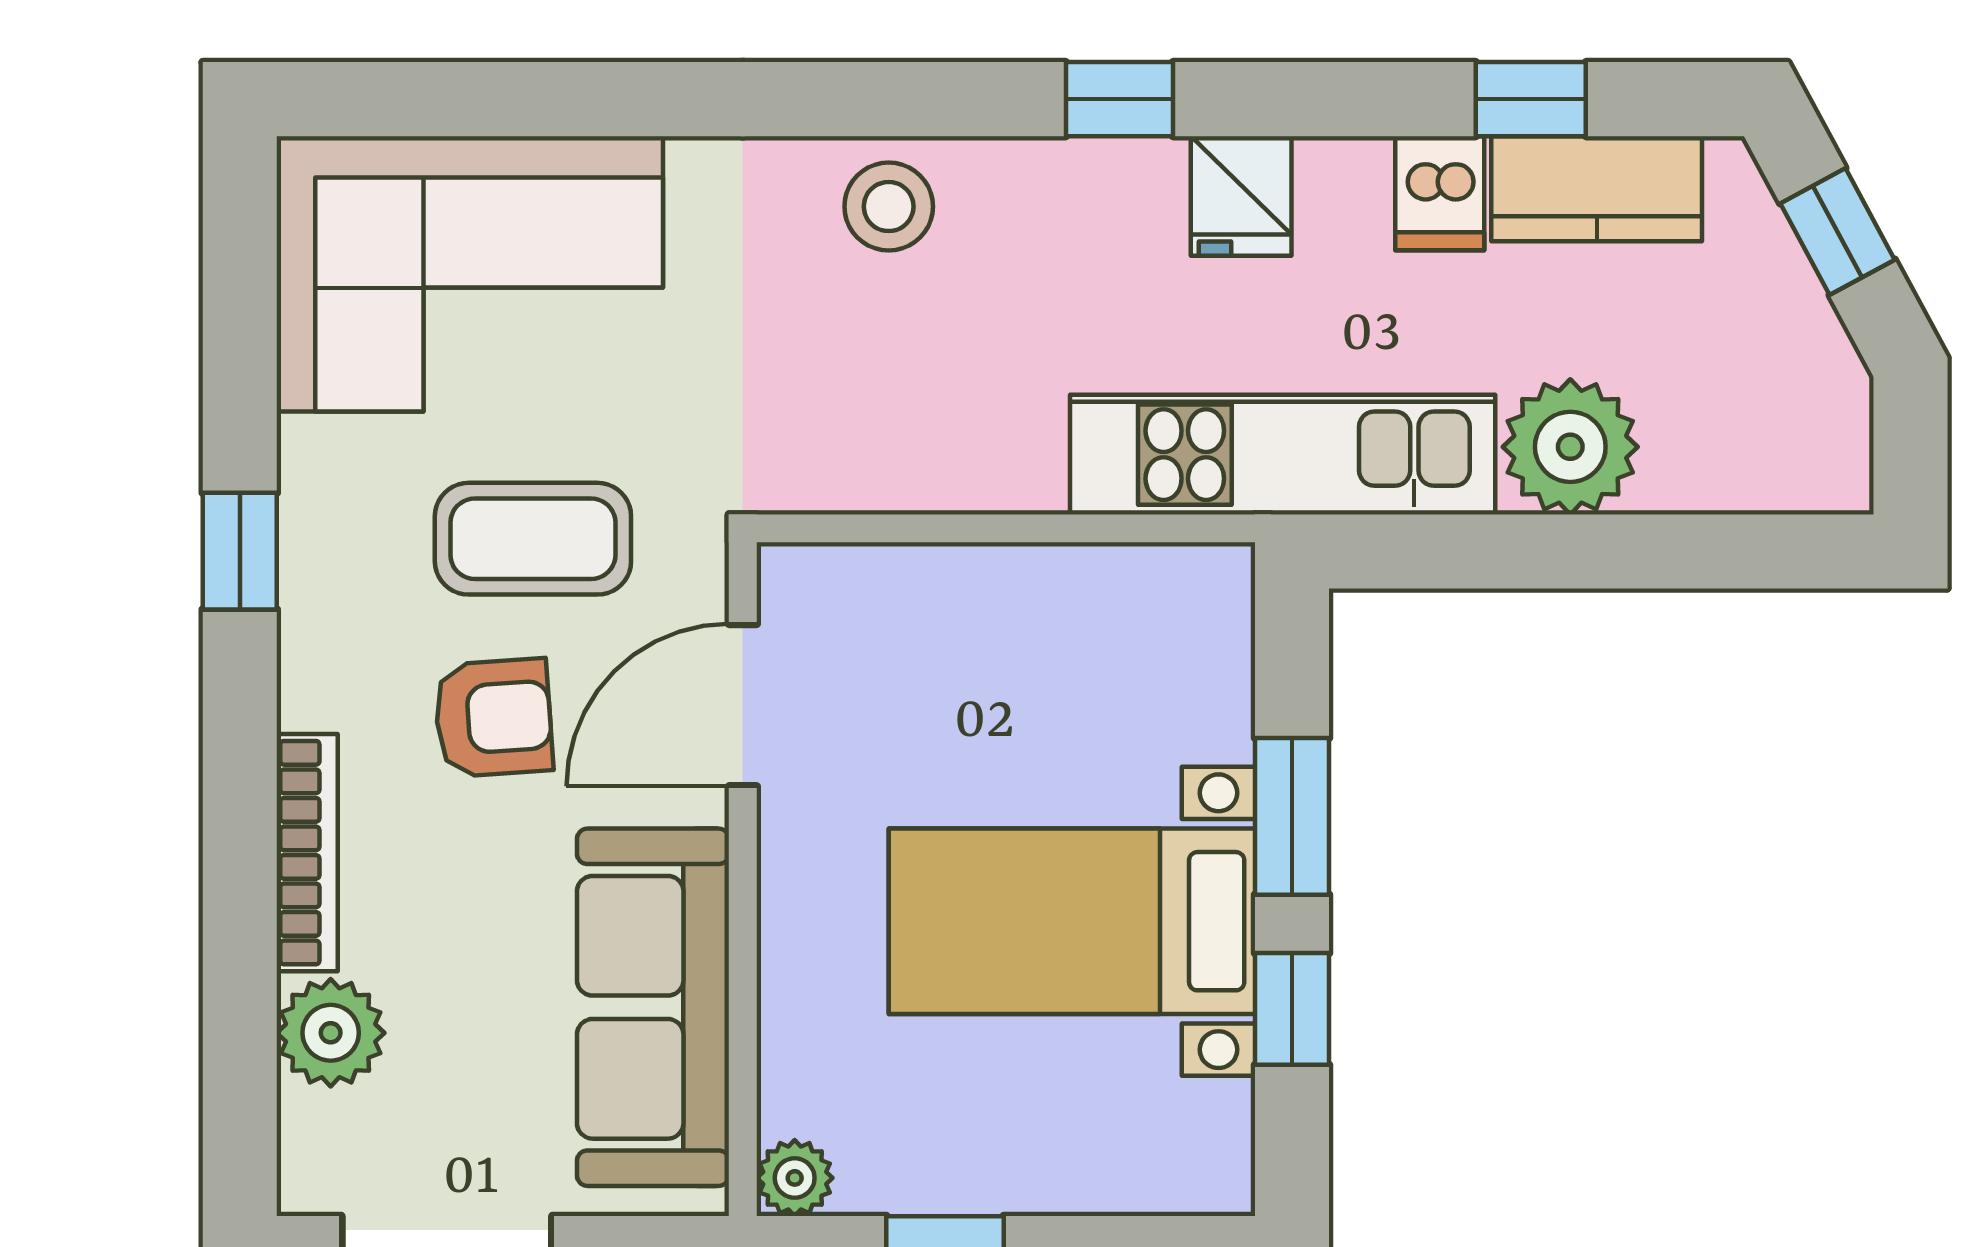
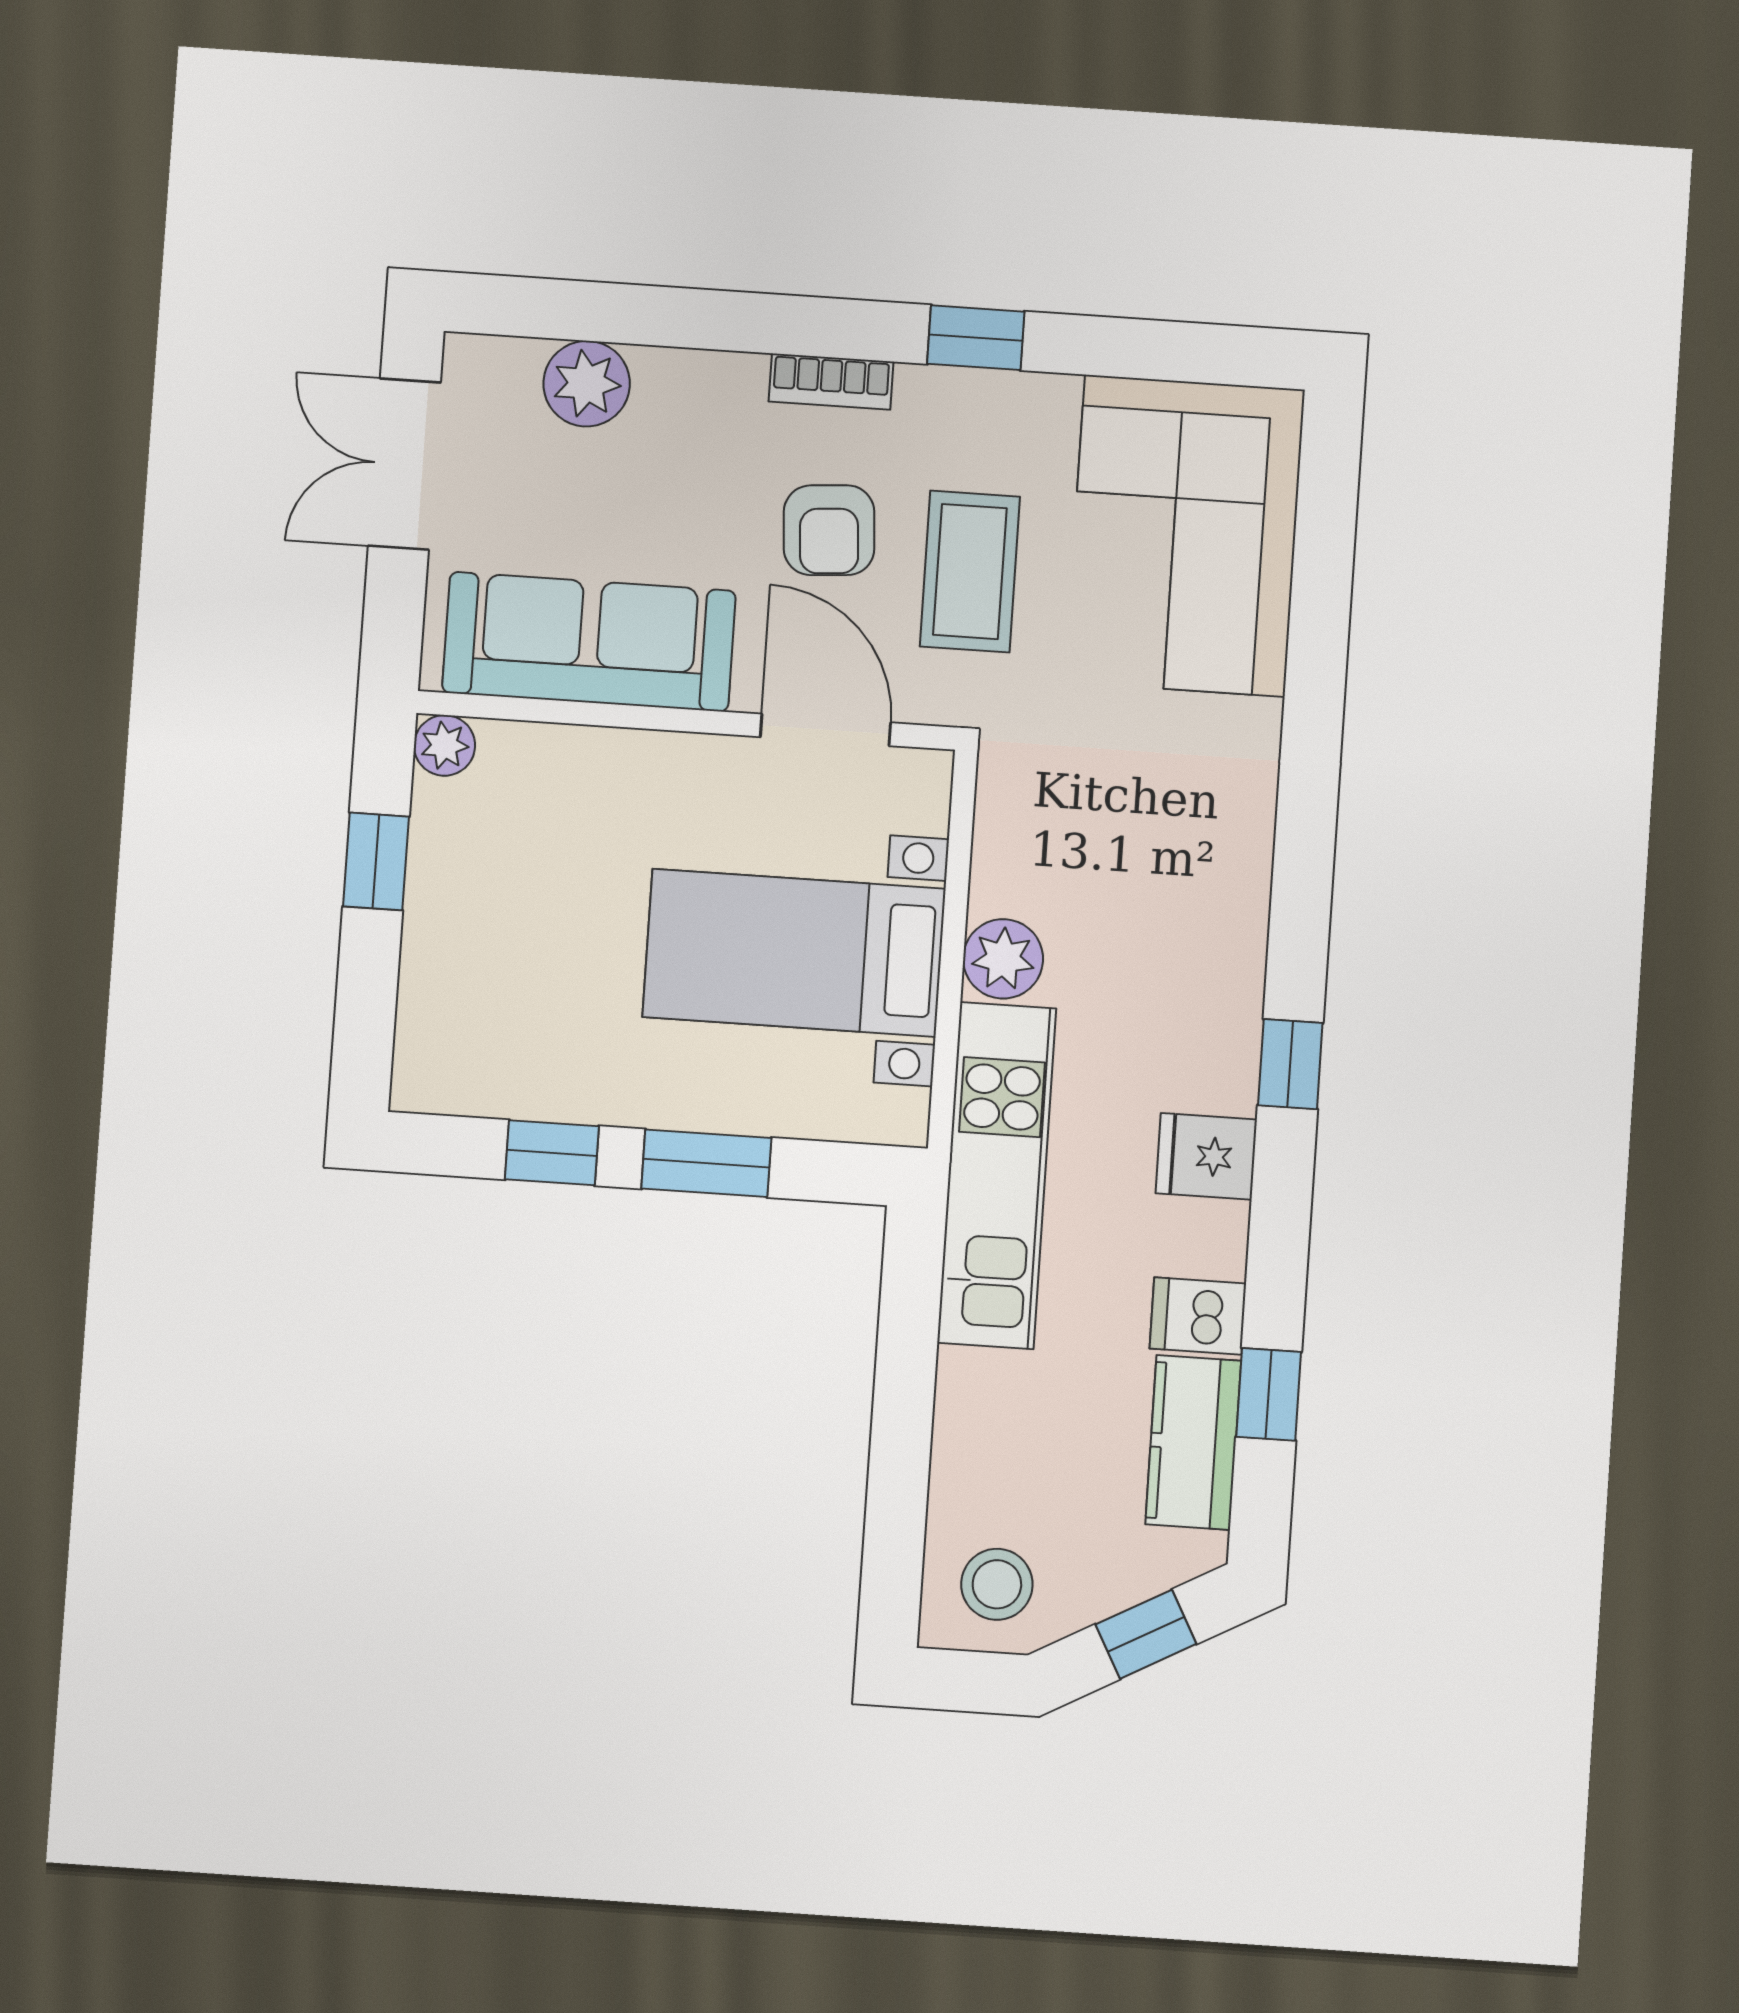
stool: (889, 207) -> (997, 1584), moved
plant: (1570, 447) -> (1003, 959), moved, width x0.73, depth x0.73
bookcase: (307, 853) -> (831, 382), moved, width x0.64
bed with nightstands: (1072, 921) -> (794, 953), moved, turned -90

